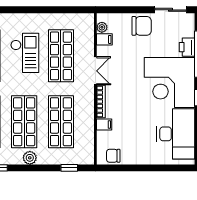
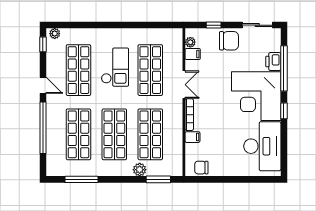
window: (126, 10) -> (214, 25), added
plant: (30, 158) -> (140, 170), moved
window: (69, 168) -> (158, 179), width x1.50

